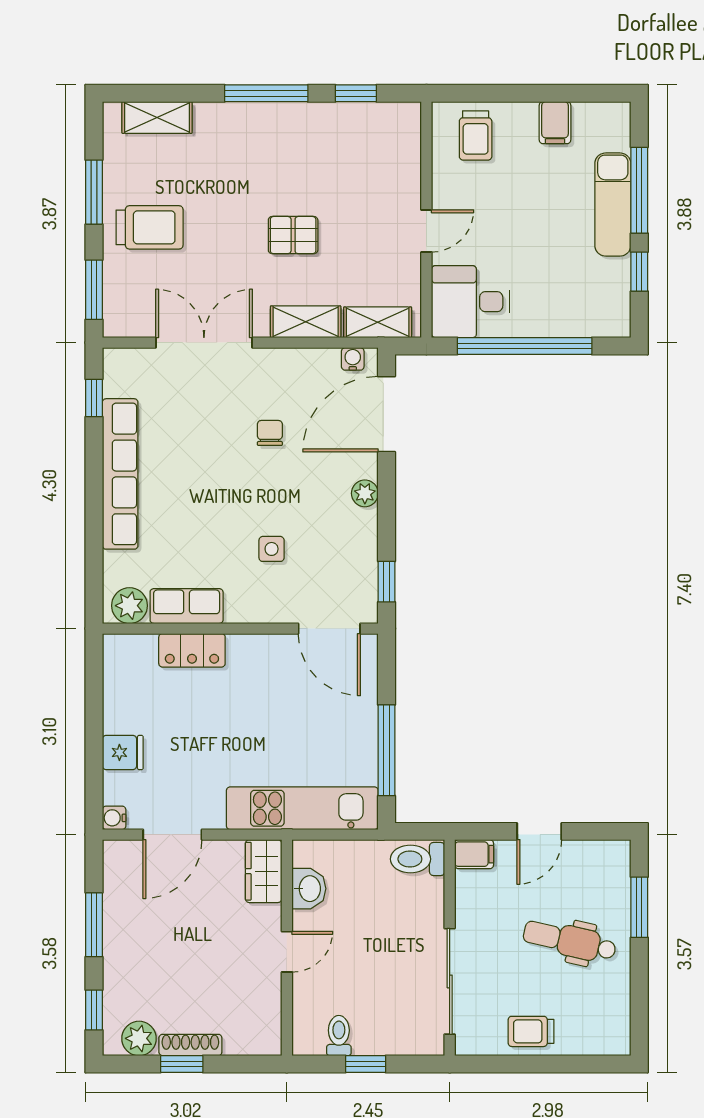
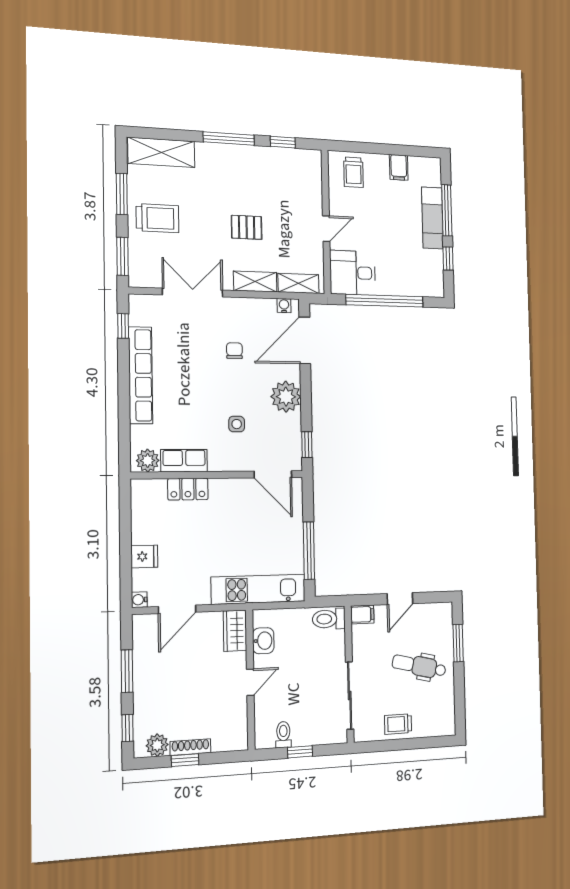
shelving: (157, 117) -> (161, 152), width x1.50, depth x1.33
plant: (365, 493) -> (286, 397), width x1.88, depth x1.88

